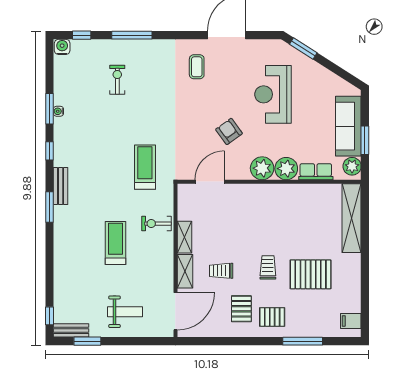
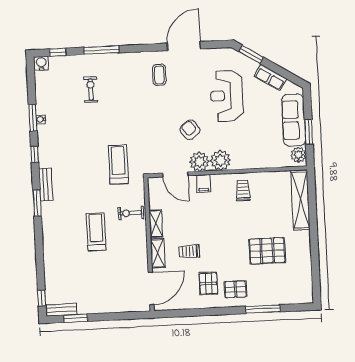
plant: (286, 169) -> (199, 162), moved
row of seats: (316, 172) -> (270, 78), moved, turned -148
door: (210, 182) -> (175, 174), swing flipped
trolley: (268, 267) -> (243, 191), moved
weight bench: (125, 312) -> (107, 291), removed
filing cabinet: (351, 321) -> (203, 184), moved, turned -90

